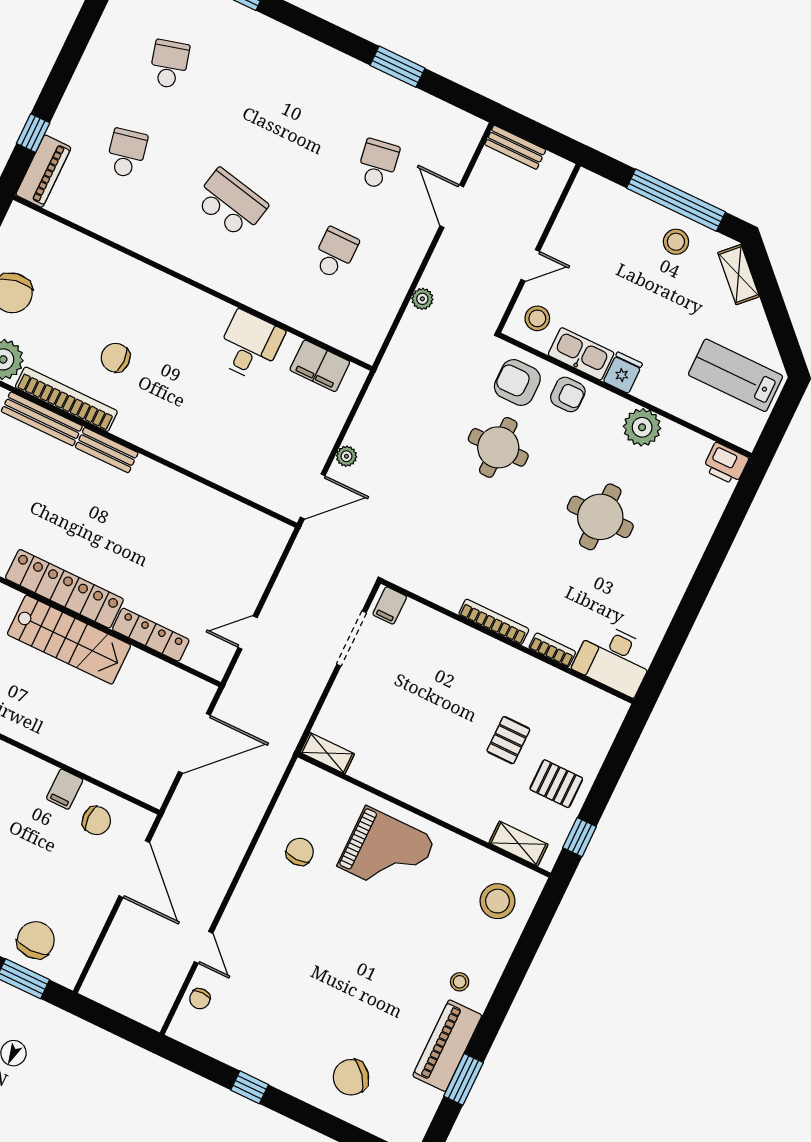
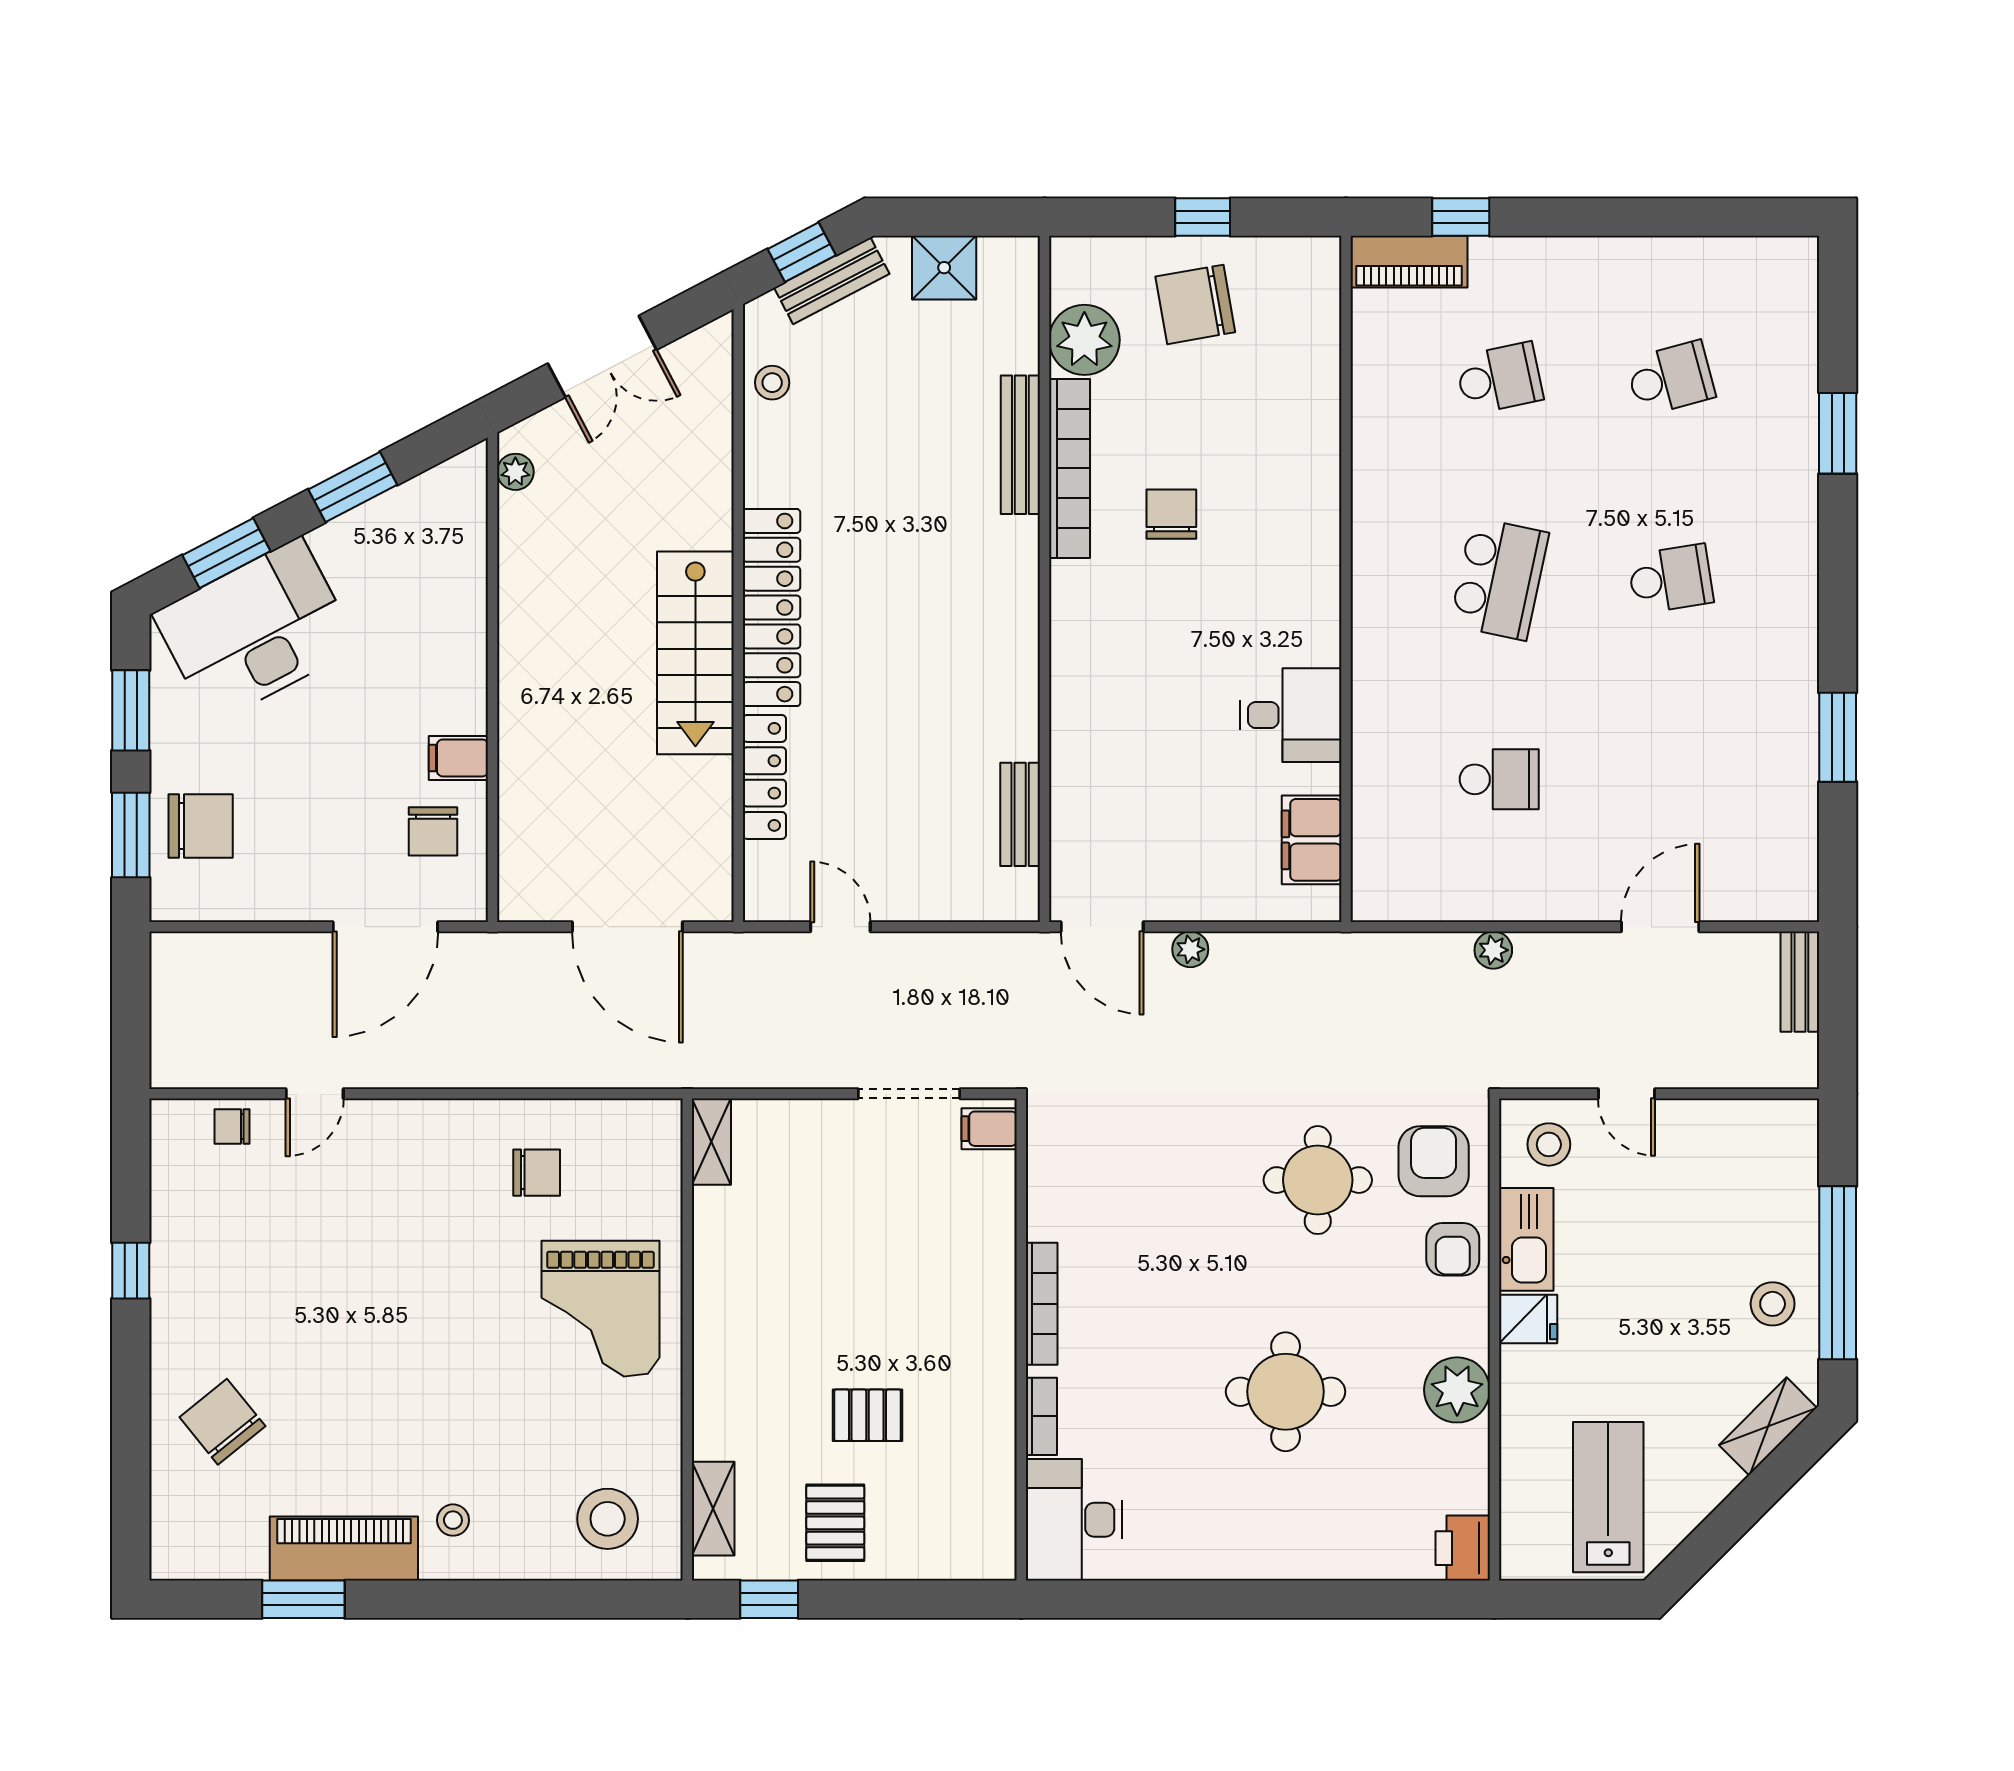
school desk: (378, 164) -> (1671, 579), moved
bench: (107, 450) -> (1020, 814), moved

